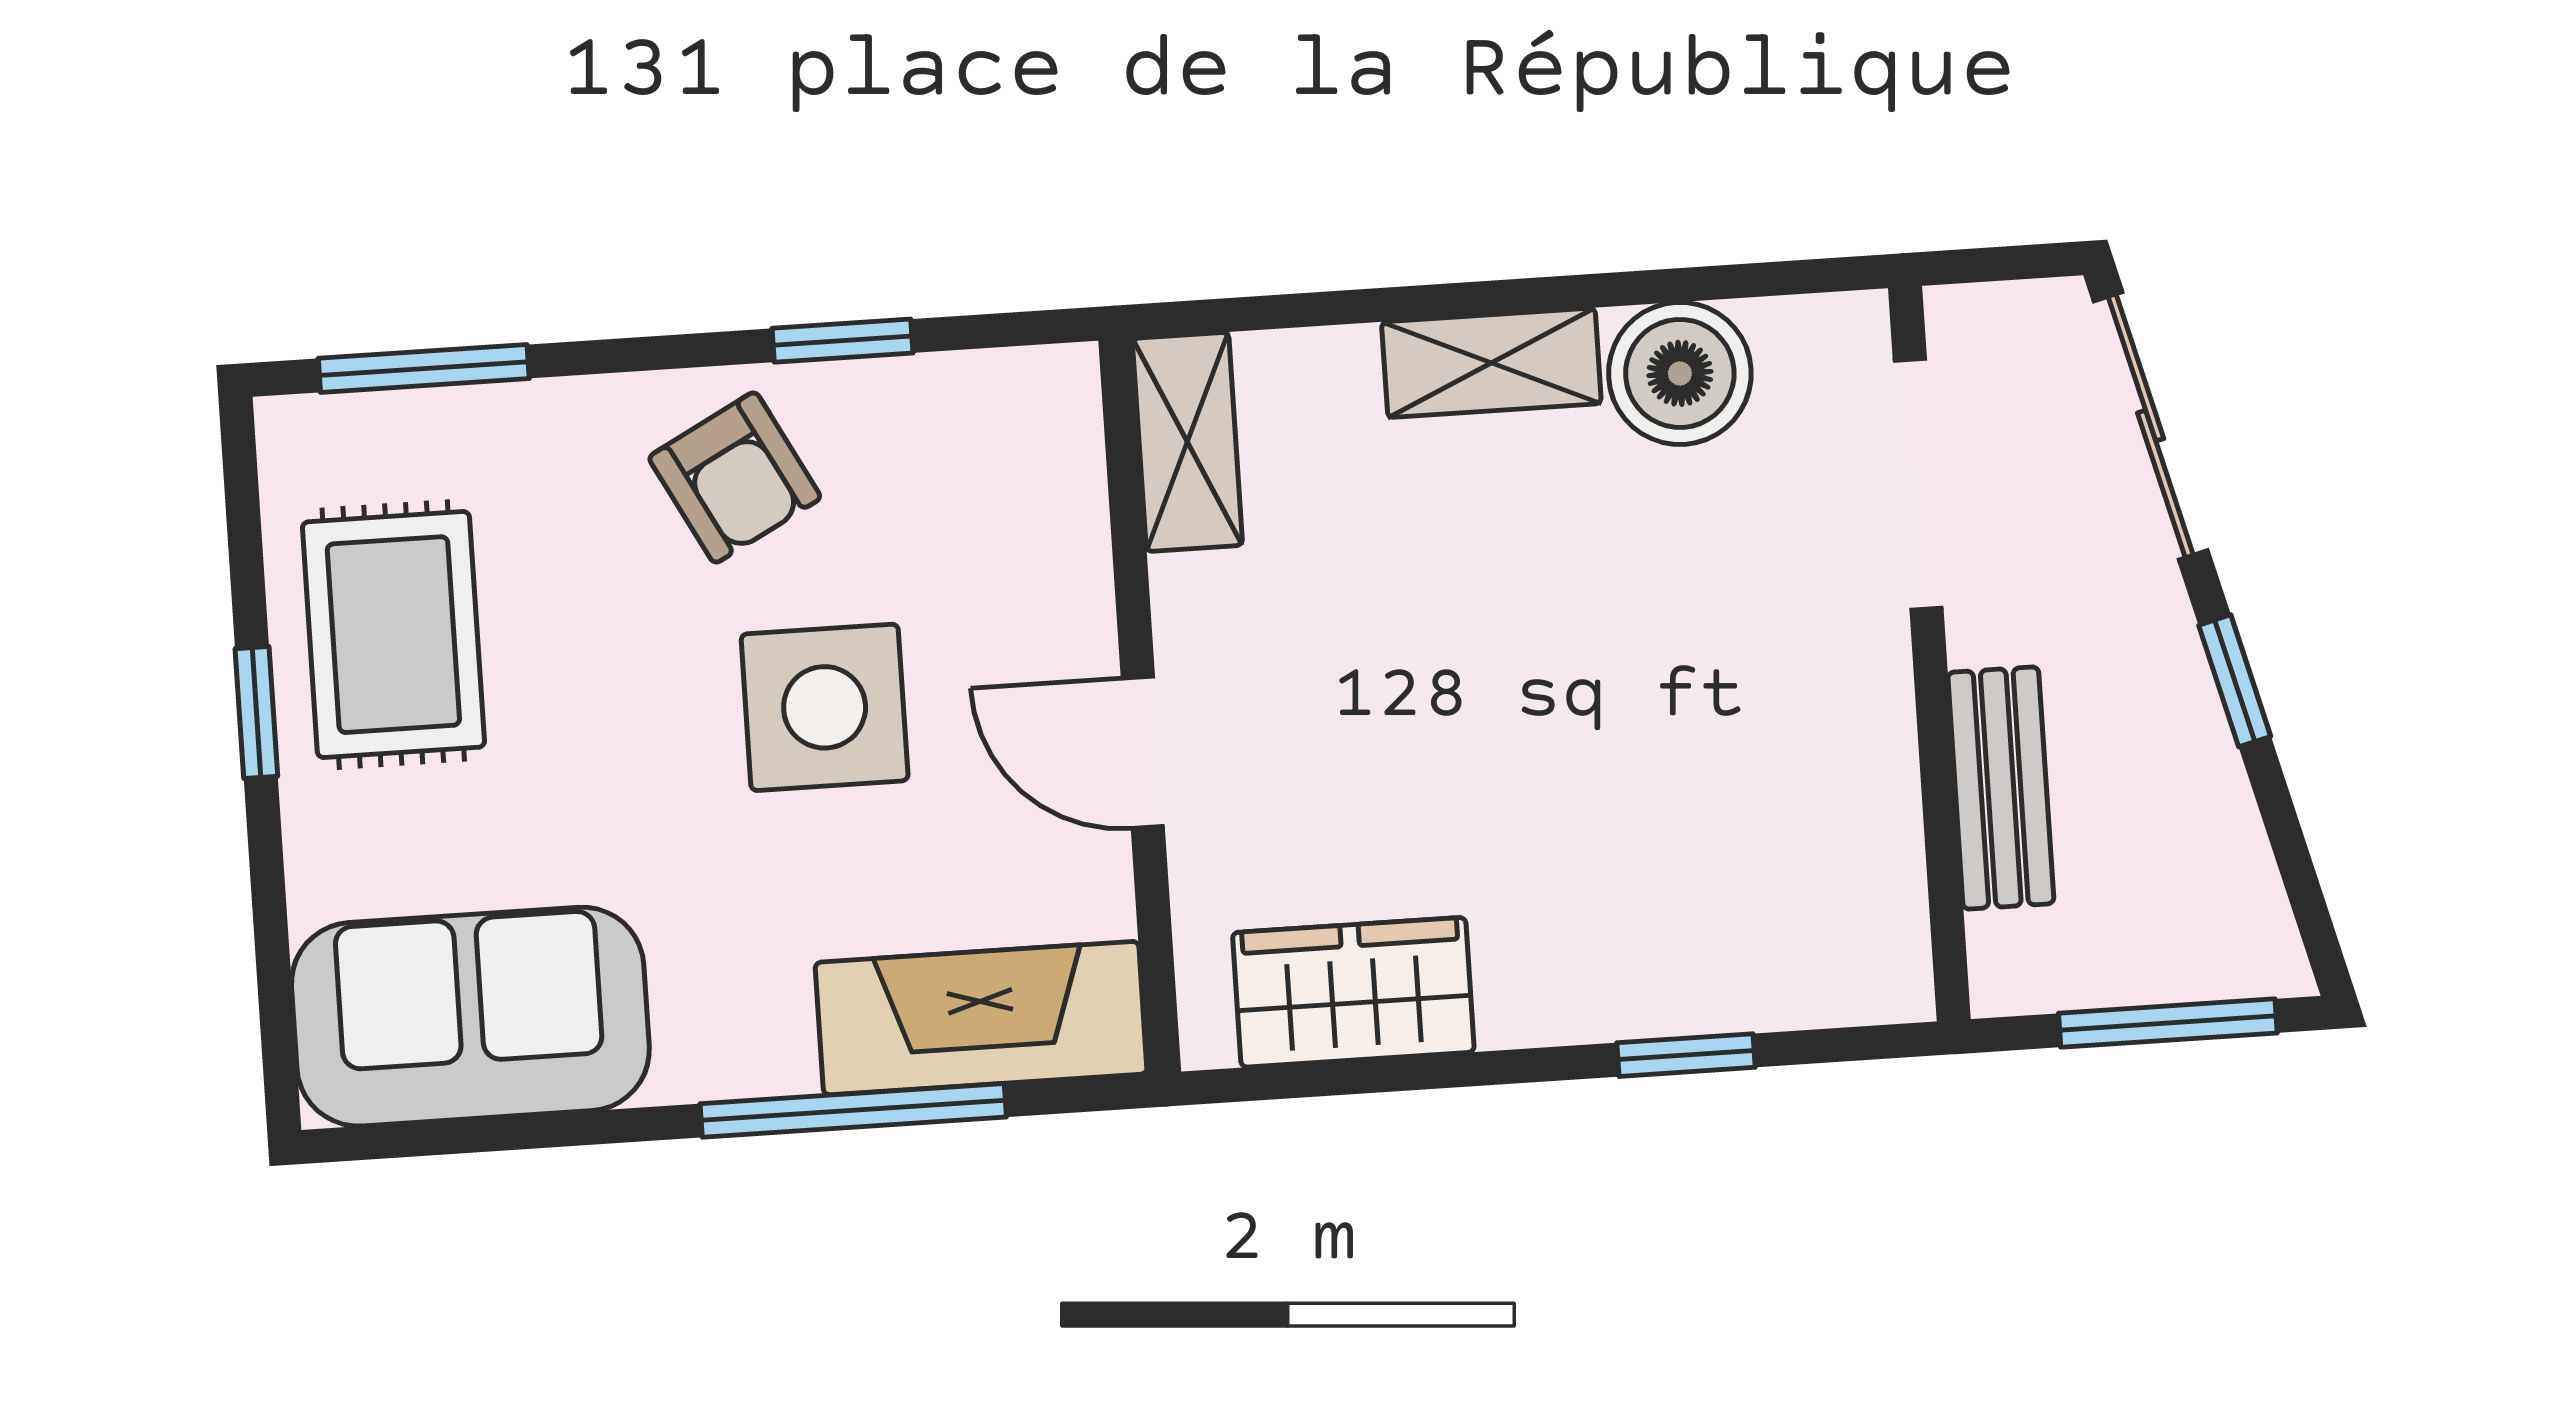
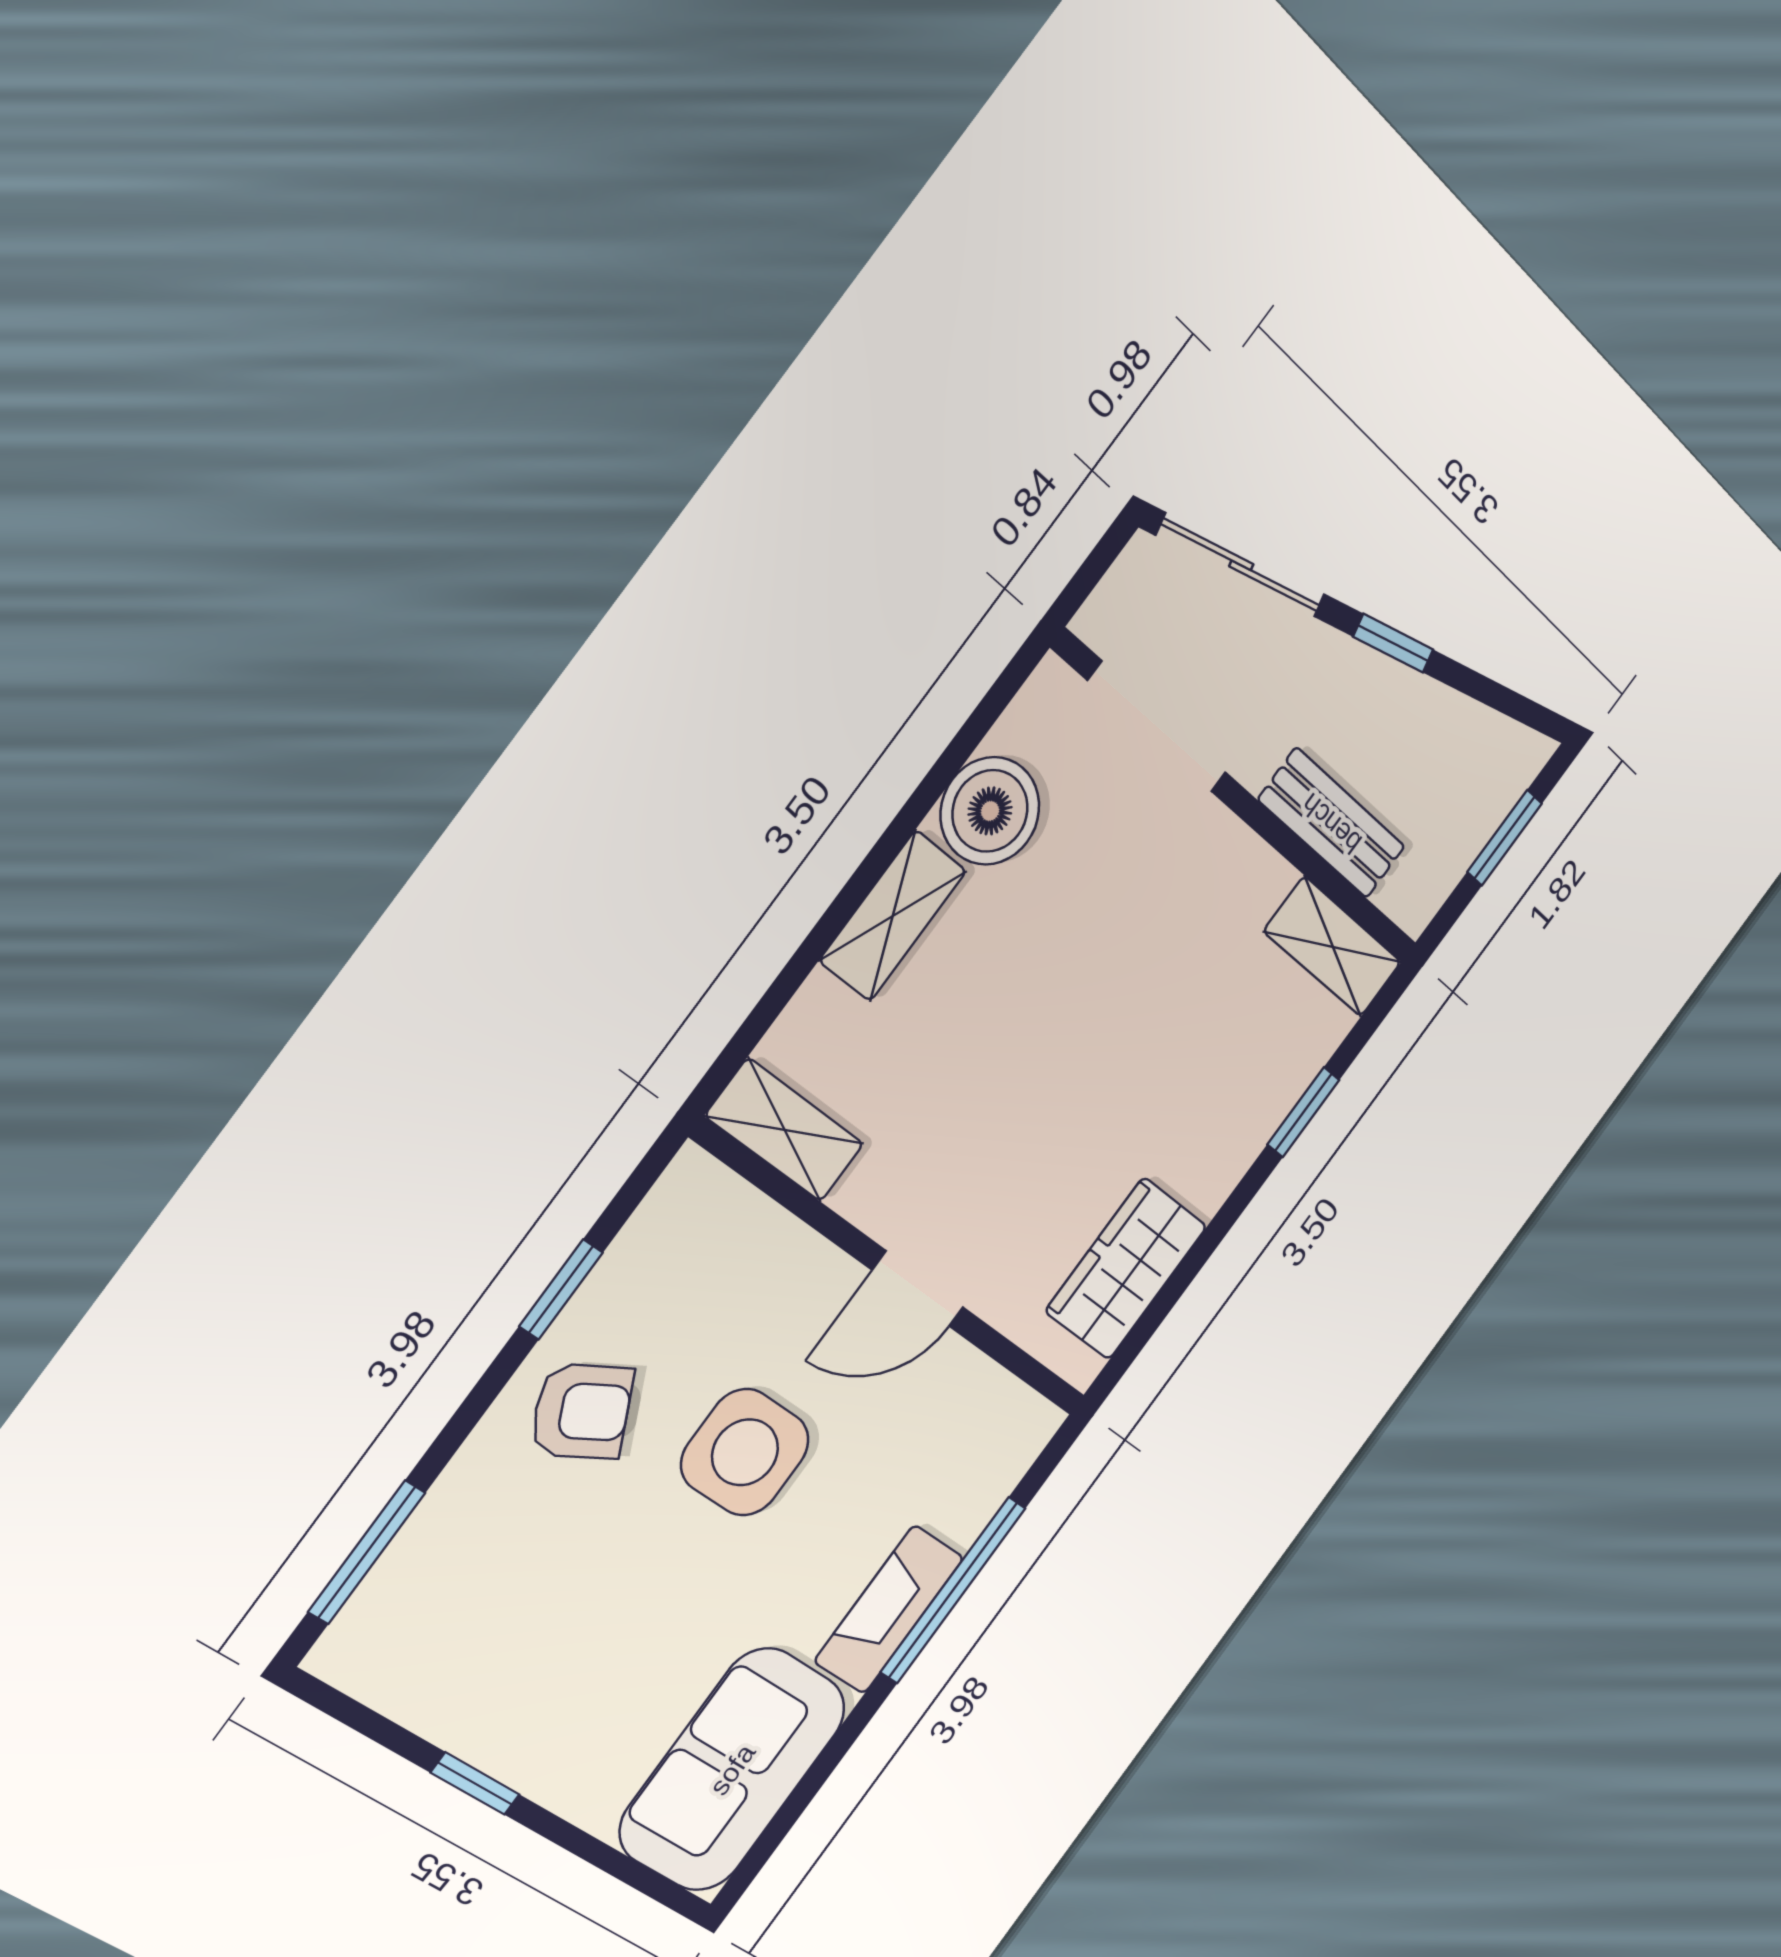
rug: (393, 635) -> (499, 1674), removed
shelving: (1881, 917) -> (1333, 947), added
fireplace: (981, 1018) -> (889, 1610), moved, width x0.73, depth x0.76
window: (2168, 1023) -> (1505, 838), width x0.67

